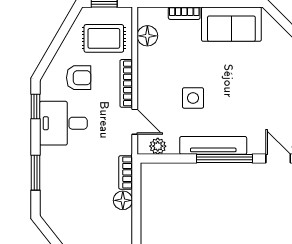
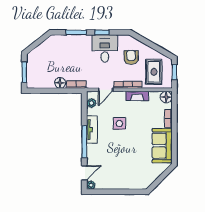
floor lamp: (147, 36) -> (166, 97), moved
fireplace: (145, 67) -> (137, 96), added
armchair: (79, 78) -> (131, 57), turned 180
window: (36, 107) -> (102, 32), moved
tv unit: (213, 145) -> (92, 130), width x0.71

